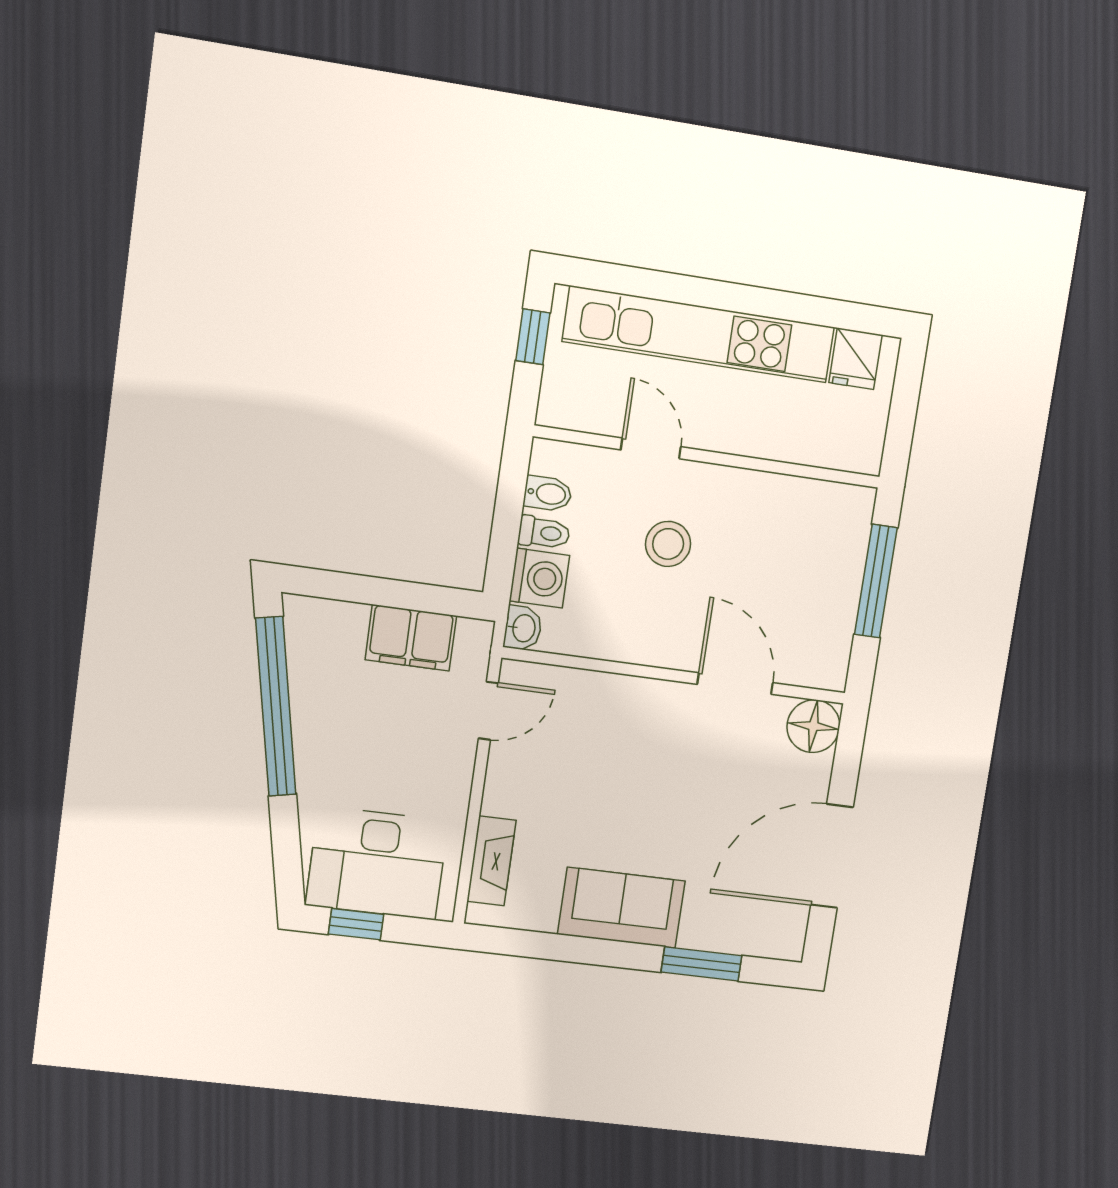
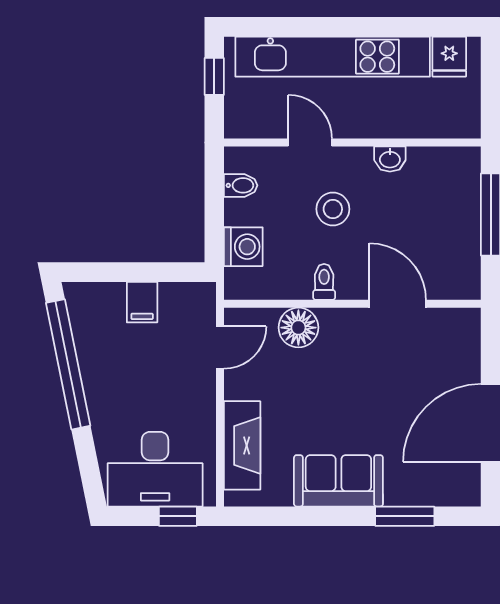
toilet: (544, 533) -> (324, 282), moved, turned -90
washbasin: (523, 628) -> (390, 159), moved, turned 90
filing cabinet: (411, 638) -> (142, 302), width x0.50
floor lamp: (813, 726) -> (298, 328), moved
fireplace: (491, 861) -> (242, 445), width x1.37, depth x1.32
window: (356, 924) -> (178, 516), moved

